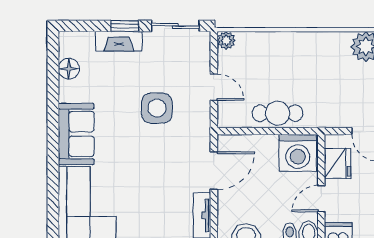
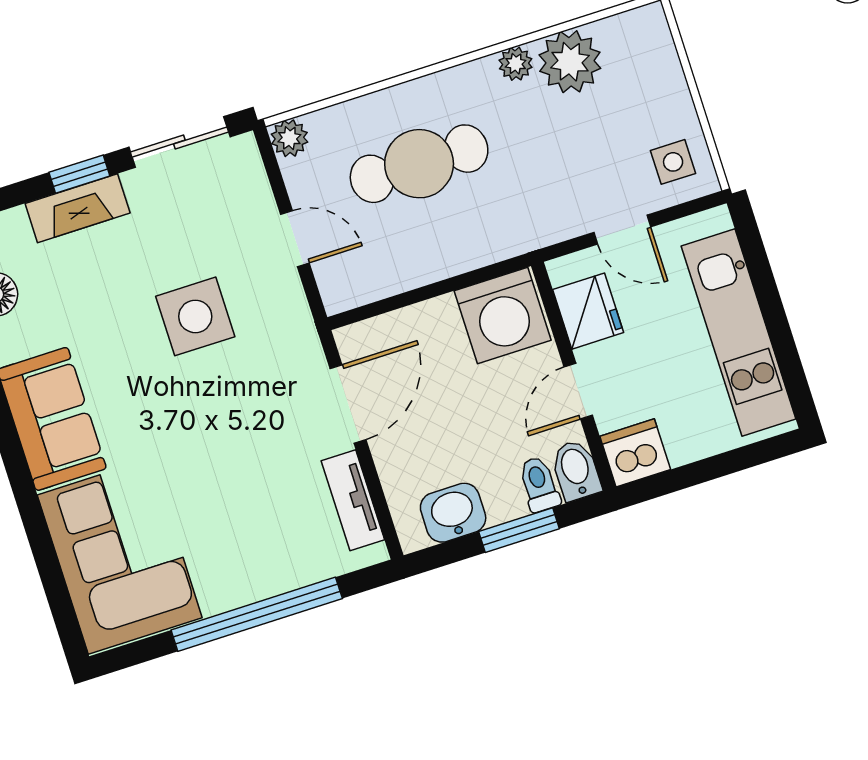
plant: (341, 39) -> (516, 64), added
cafe table: (277, 113) -> (419, 164), moved, width x1.37, depth x1.35

